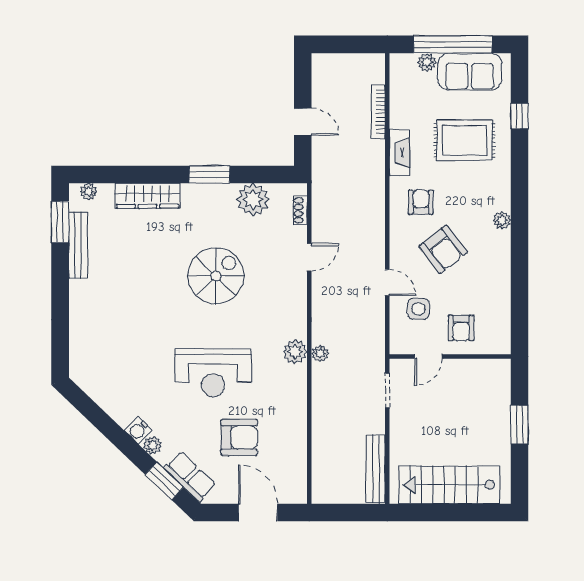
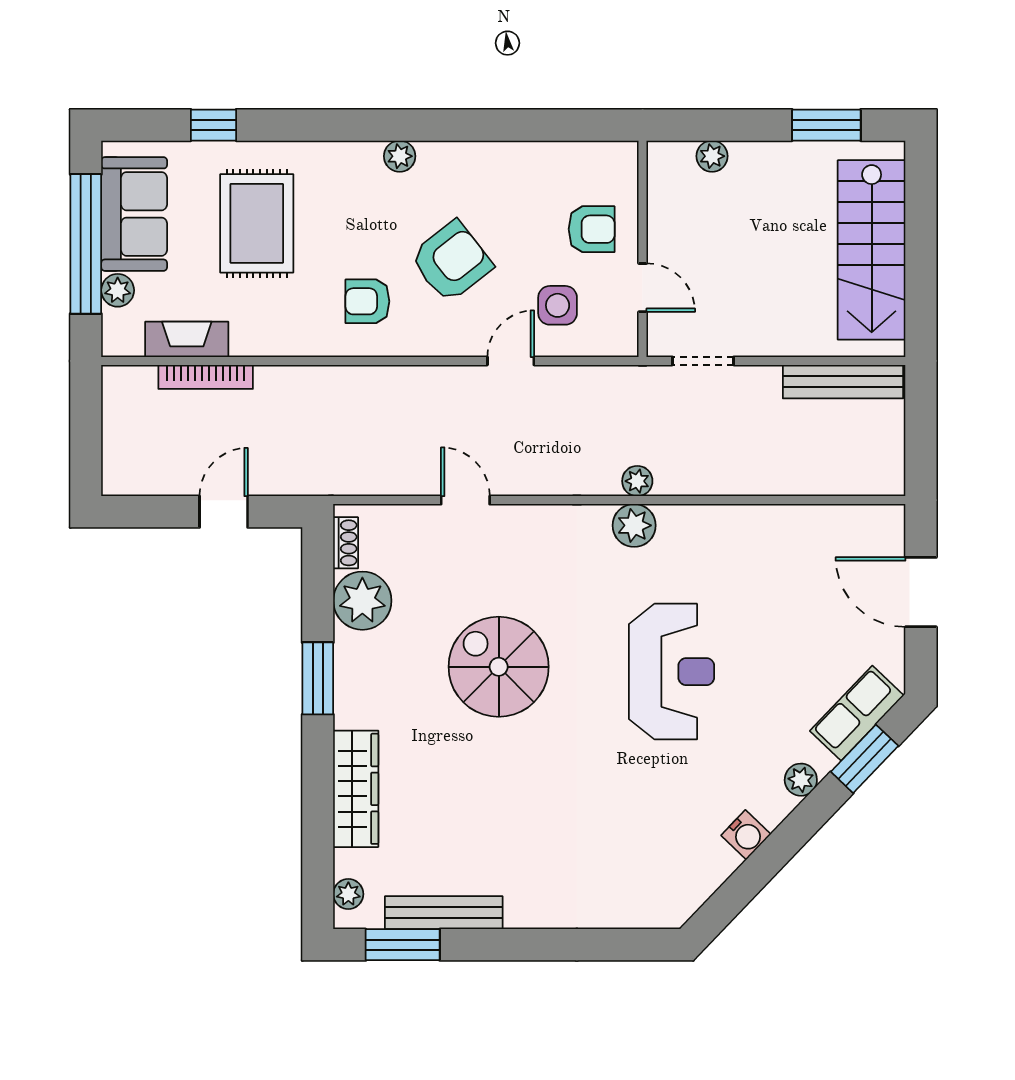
fireplace: (399, 152) -> (187, 339), moved
shoe rack: (300, 210) -> (346, 543), moved, turned -90
plant: (502, 395) -> (712, 156), added
window: (520, 425) -> (826, 125), moved
water cooler: (138, 430) -> (746, 835), moved
armchair: (239, 437) -> (787, 625), removed
door: (258, 513) -> (921, 592), hinge flipped

